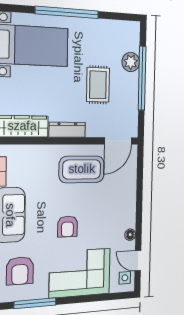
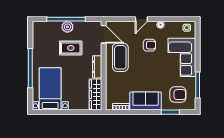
plant: (131, 62) -> (67, 27), moved
armchair: (67, 227) -> (149, 45), moved
door: (138, 261) -> (141, 19), moved

